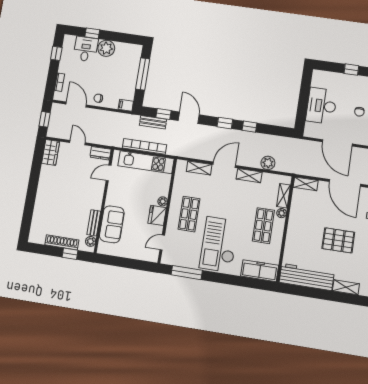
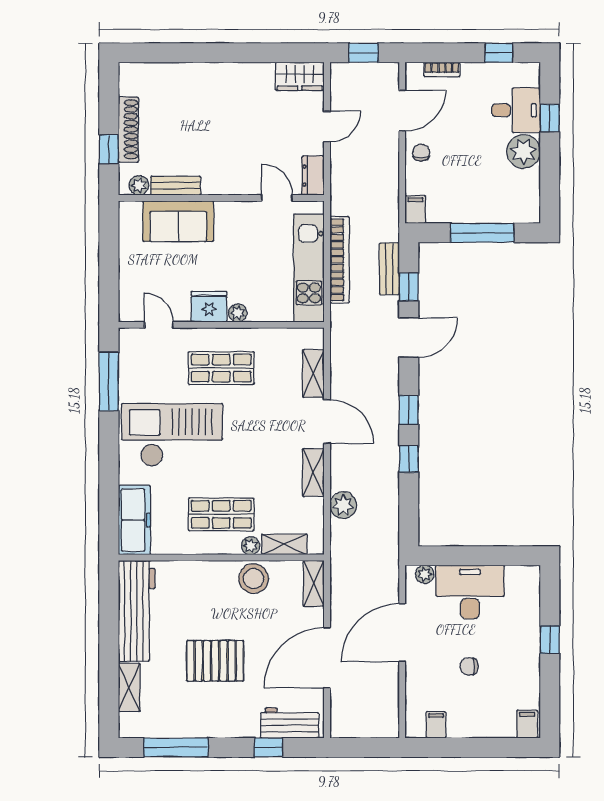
plant: (309, 127) -> (425, 574), added
stool: (299, 214) -> (254, 579), added
pallet: (338, 240) -> (215, 661), turned 90

